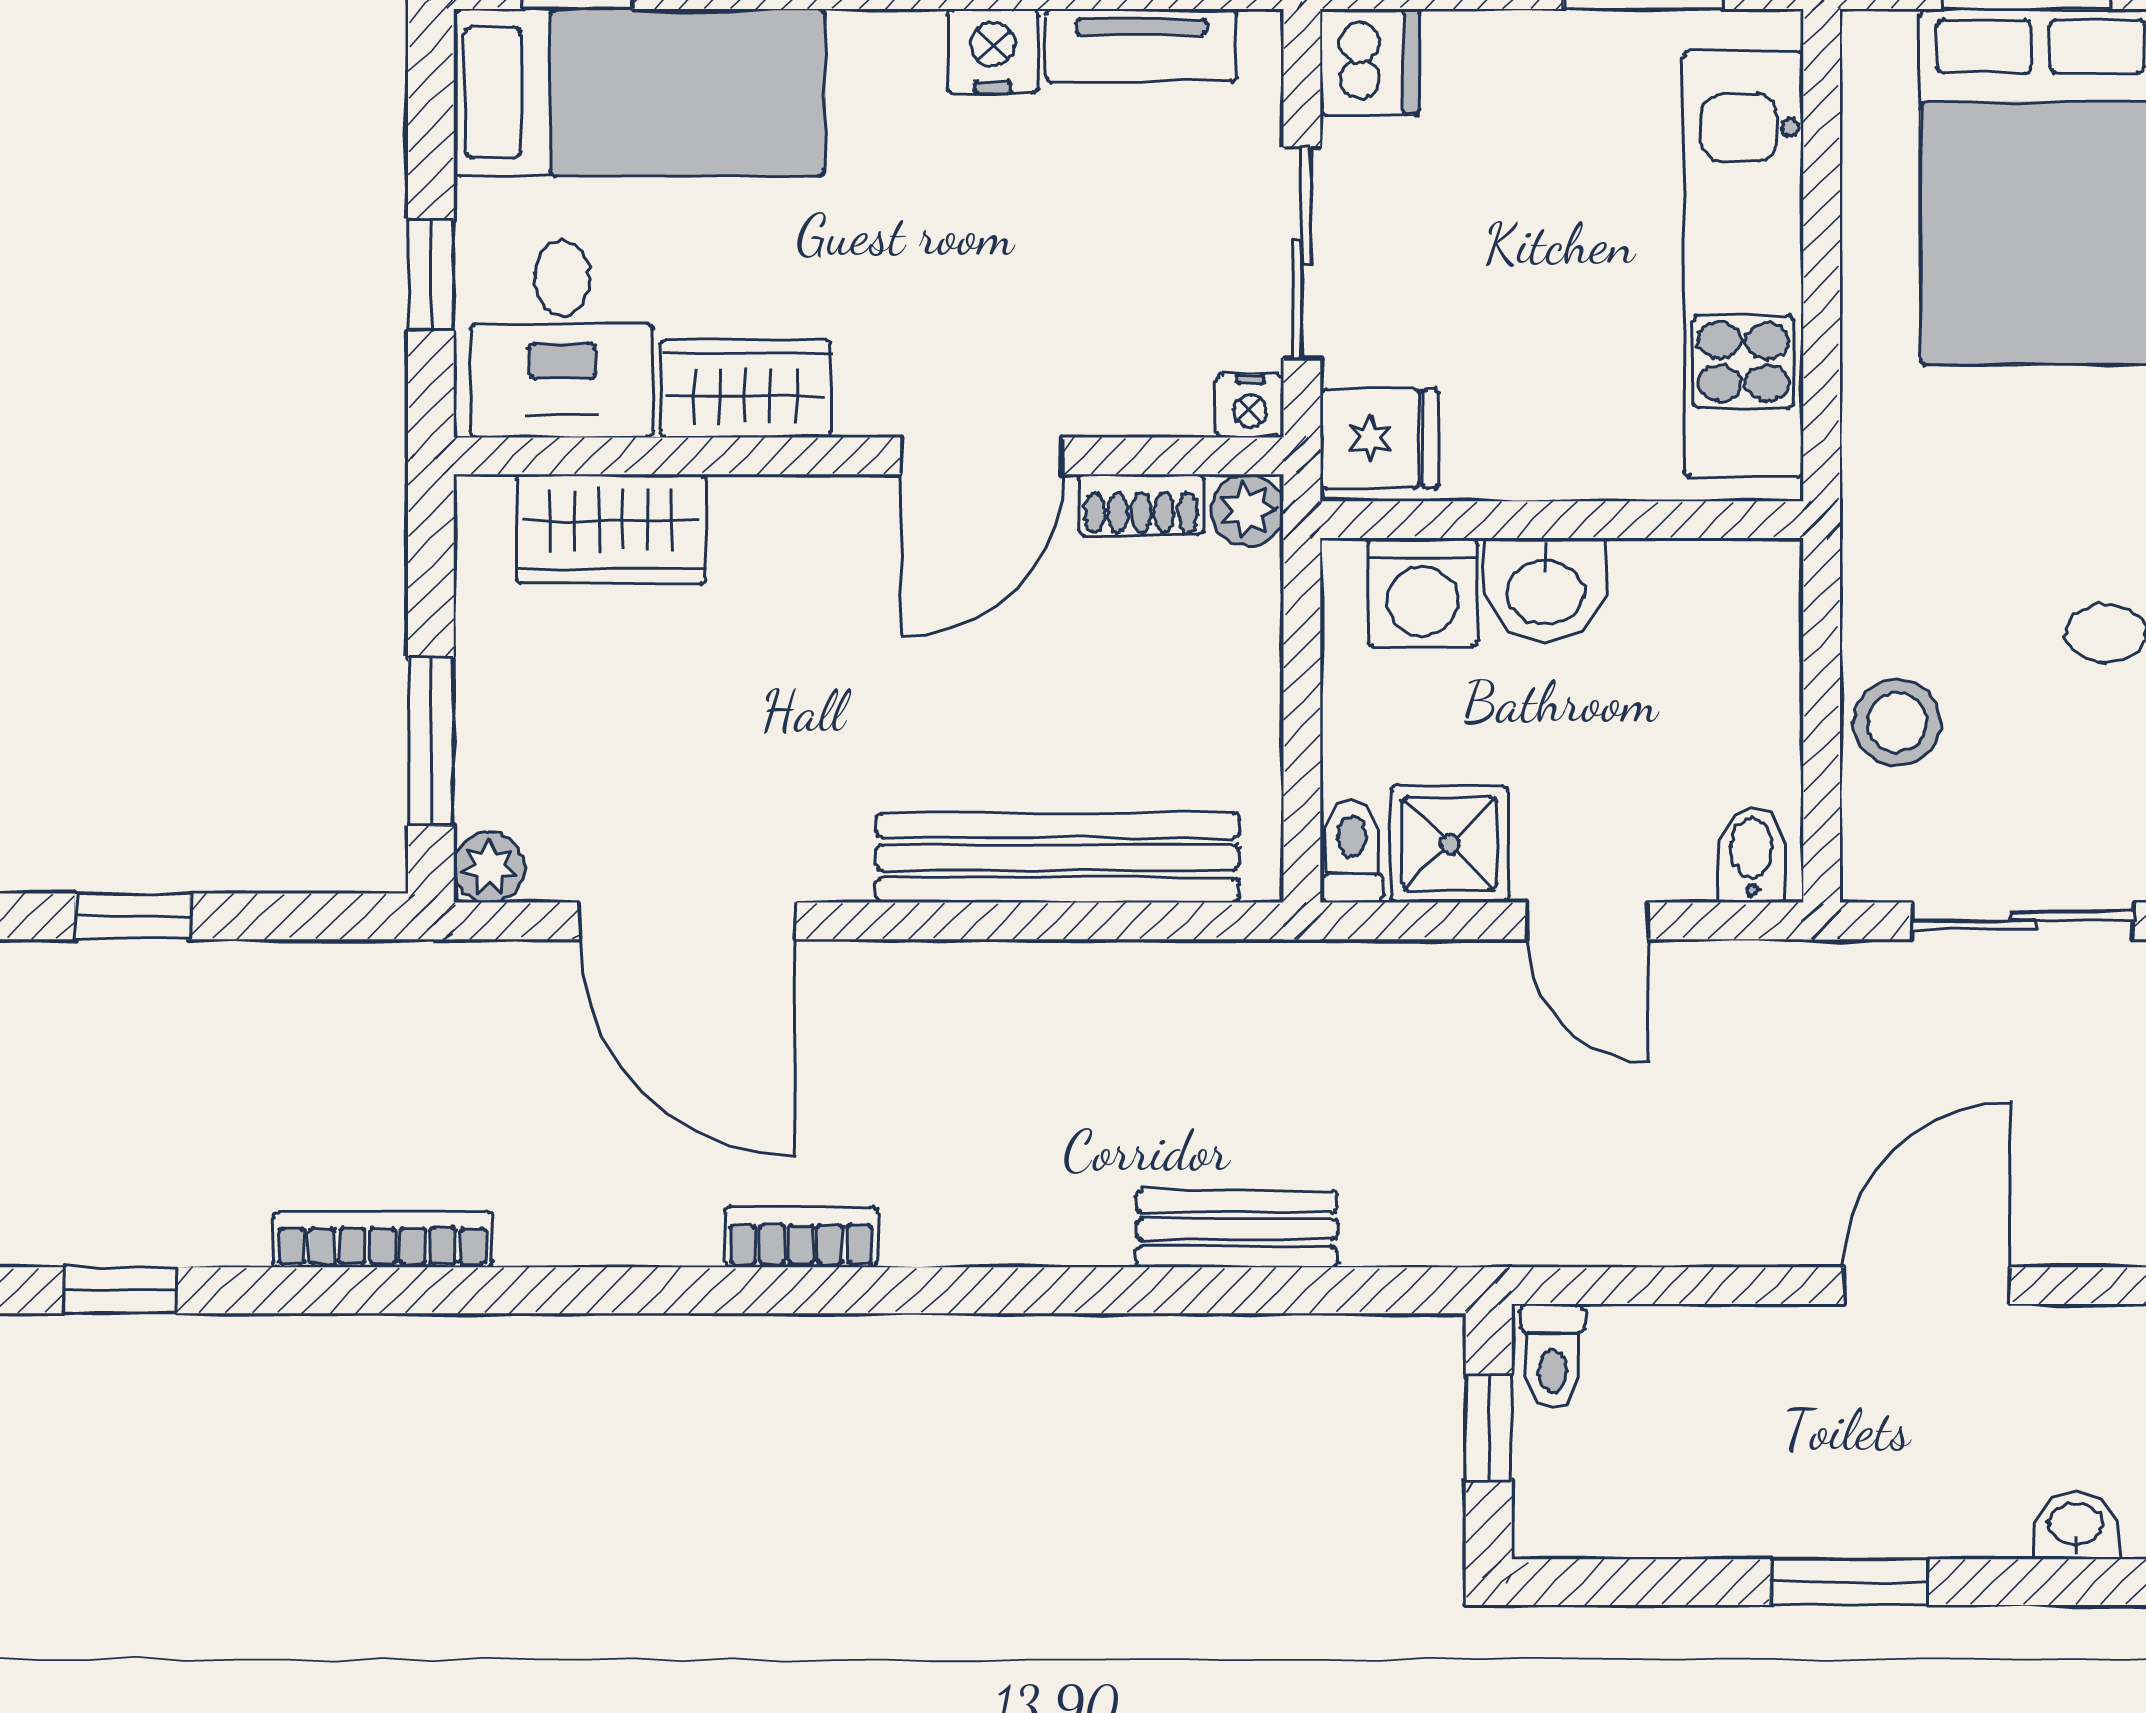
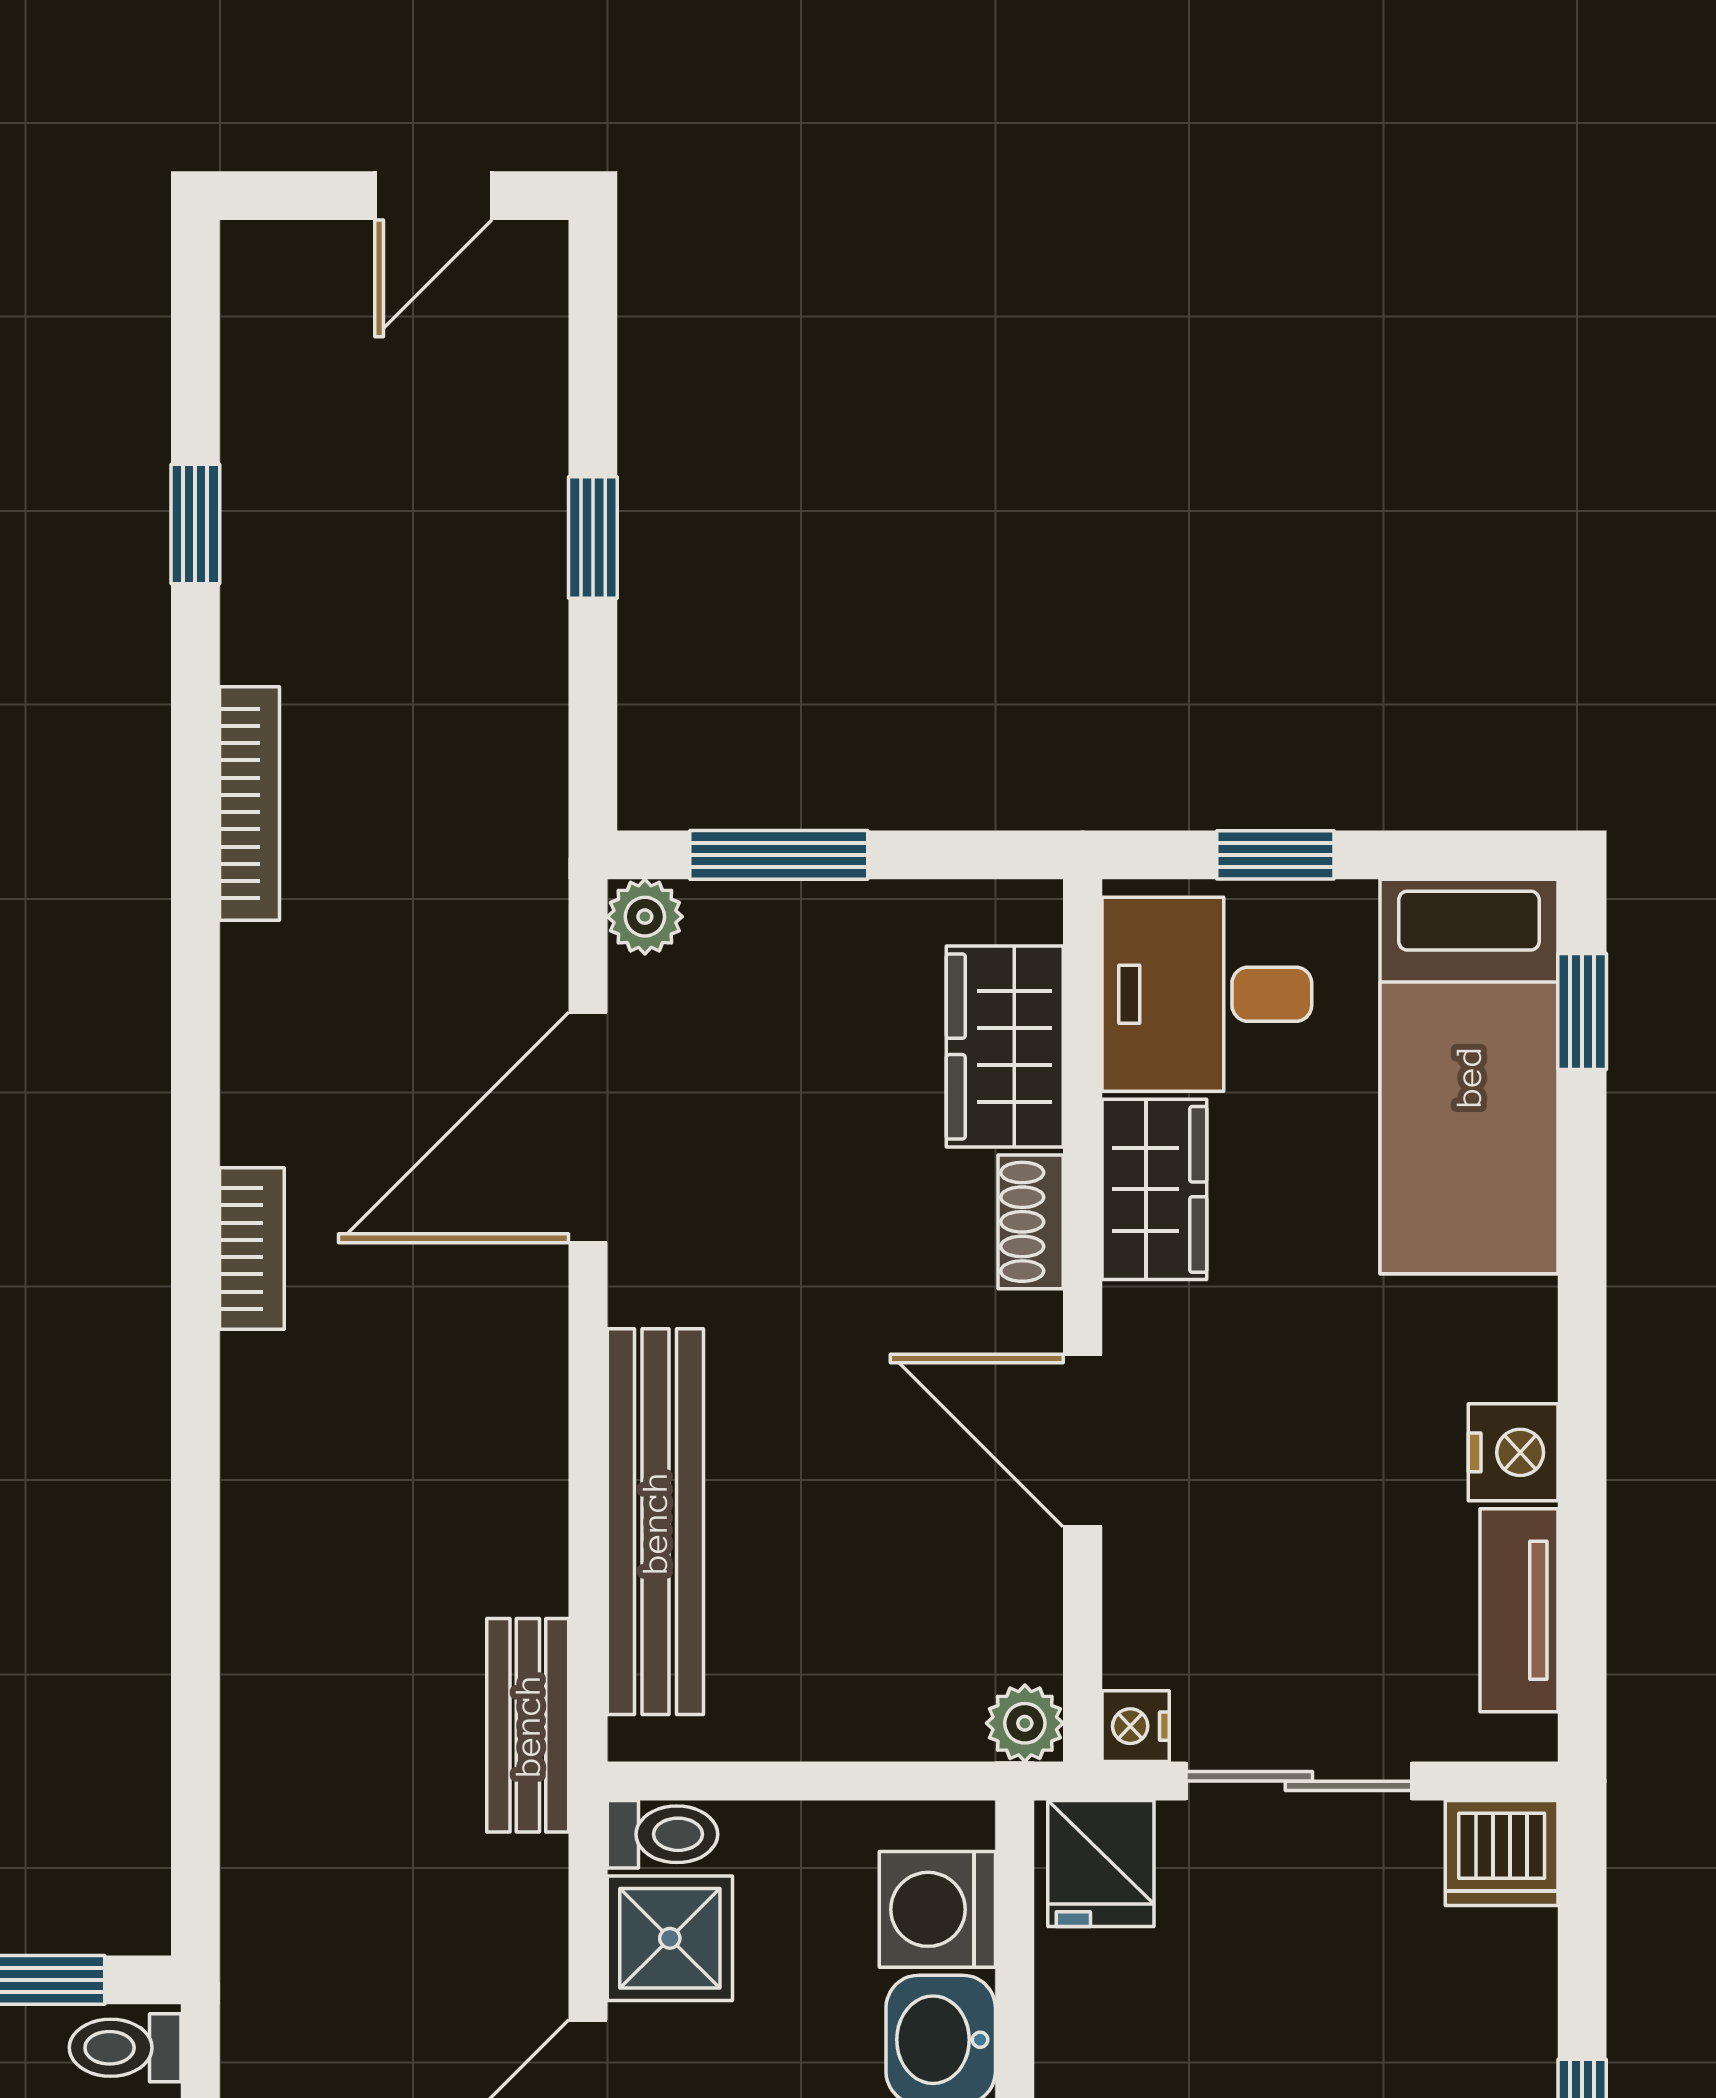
shoe rack: (1141, 505) -> (1031, 1222), moved
bench: (1237, 1229) -> (528, 1725), moved

